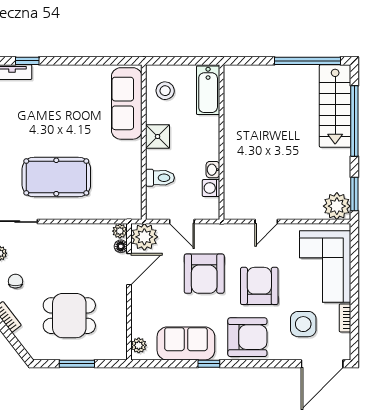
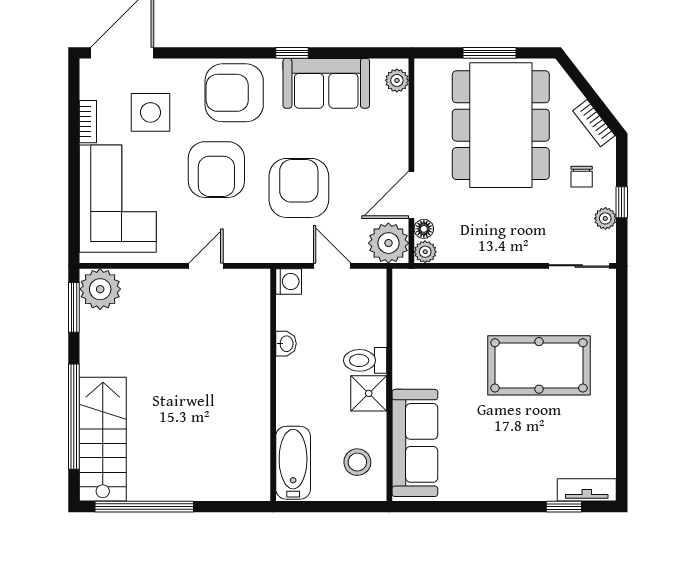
pool table: (56, 177) -> (539, 365), moved
toilet: (160, 178) -> (365, 360), moved
washing machine: (211, 188) -> (289, 282), moved
dining table: (69, 316) -> (501, 125), width x1.88, depth x1.24

